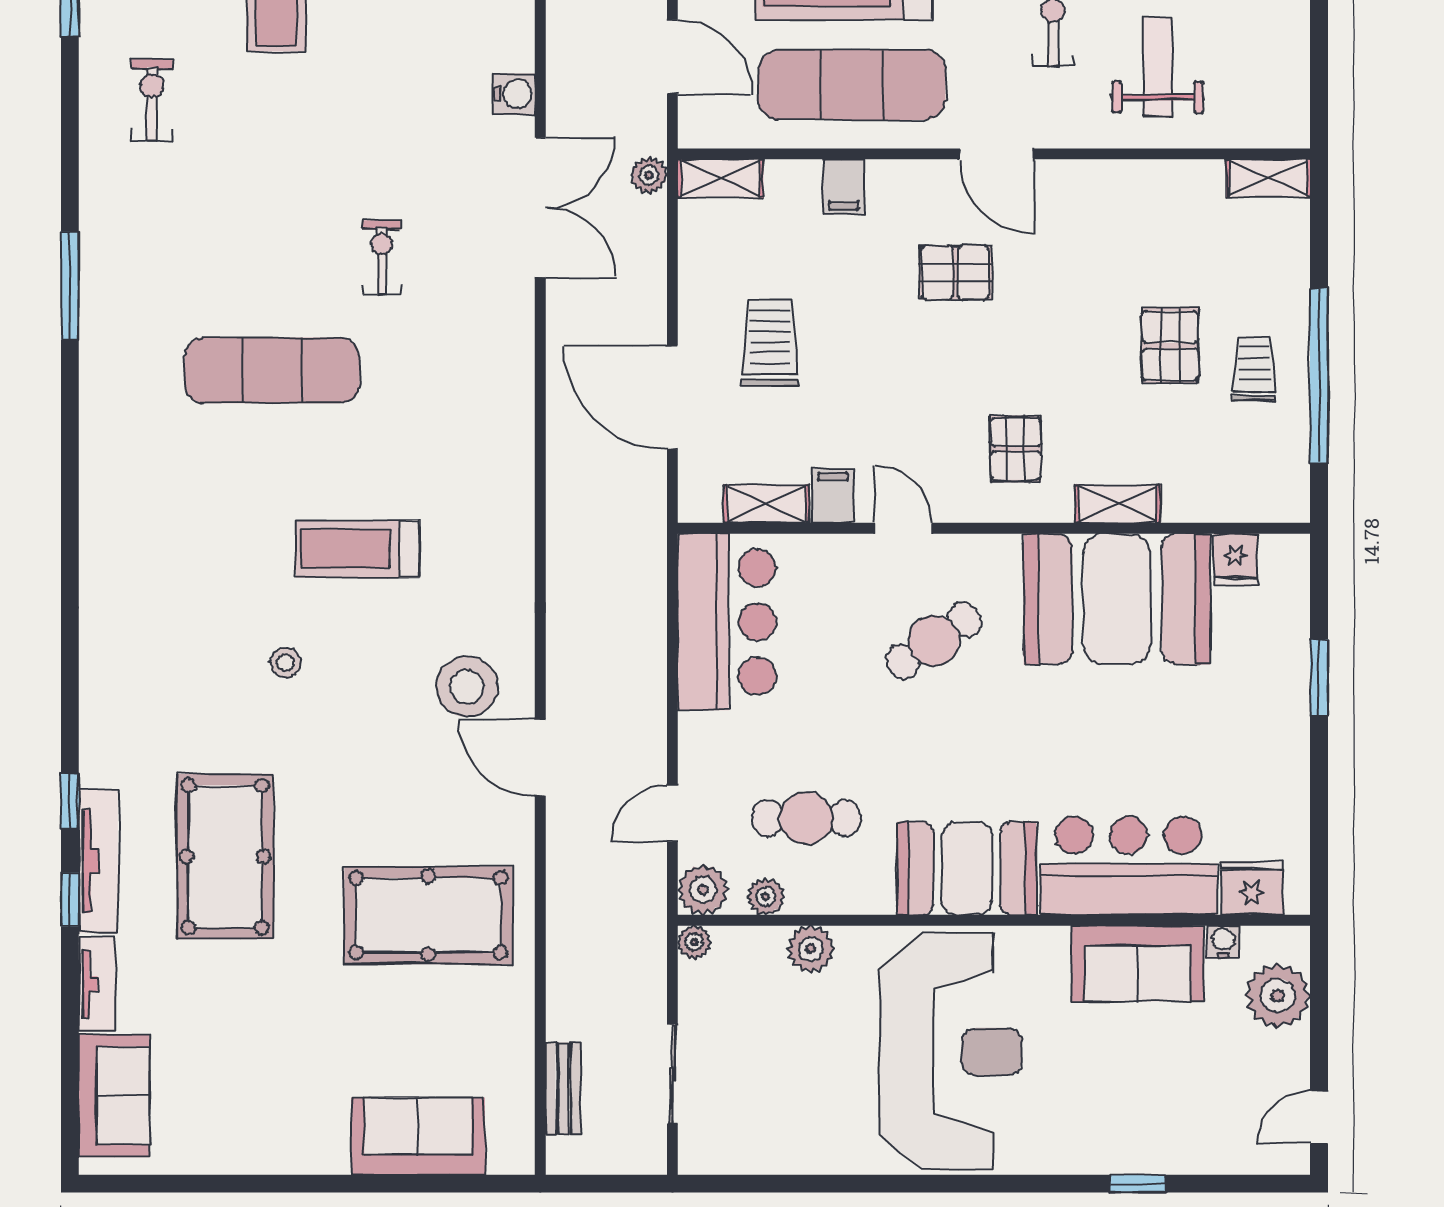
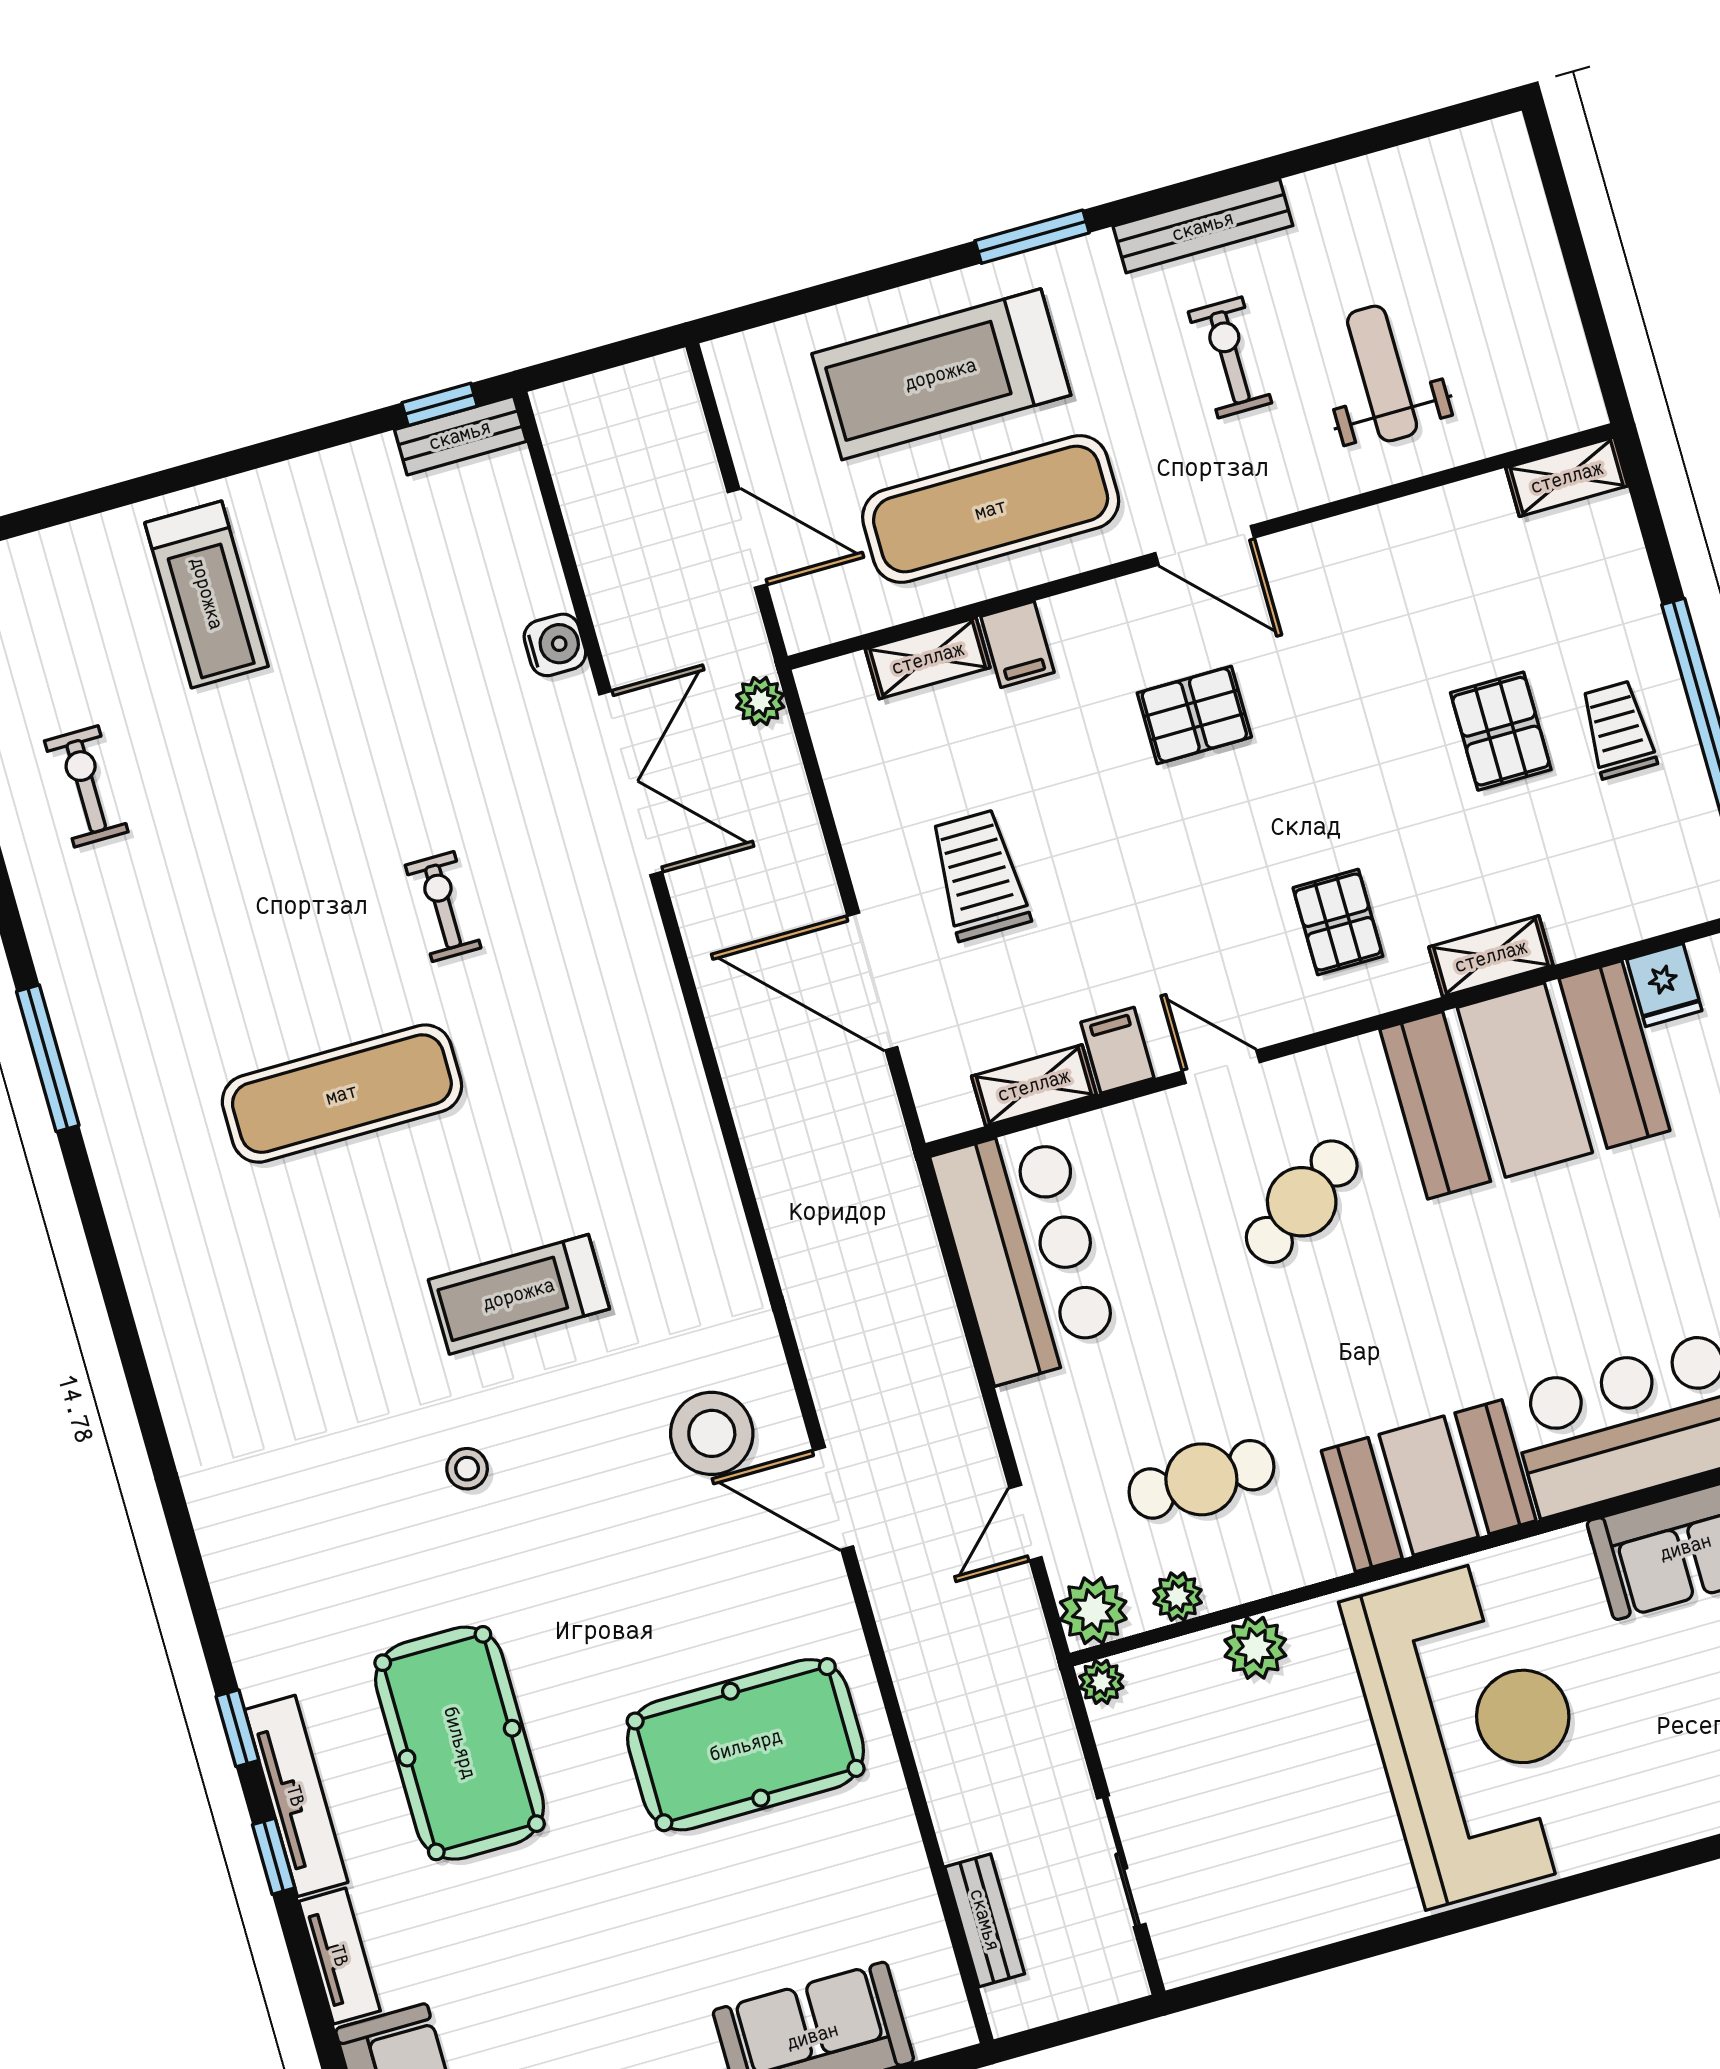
shelving: (720, 178) -> (928, 658), moved

